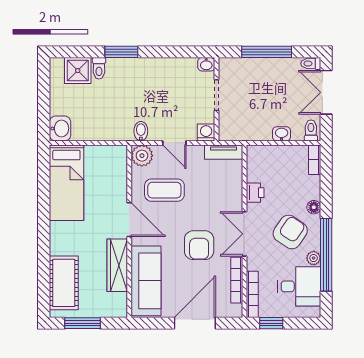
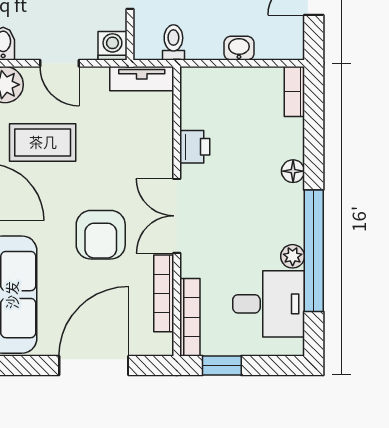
toilet: (311, 130) -> (173, 42), moved
armchair: (290, 232) -> (253, 213), removed

